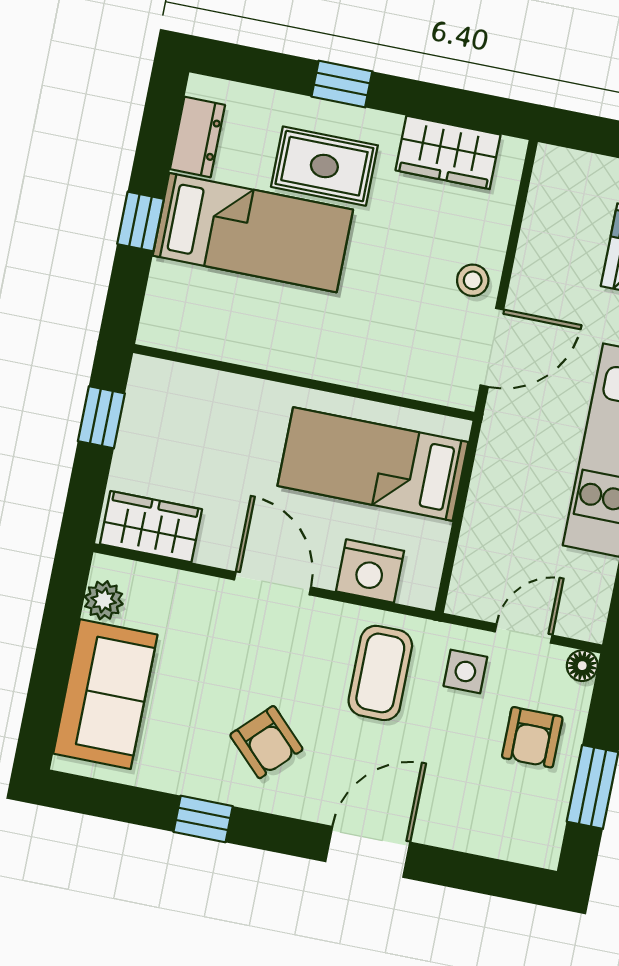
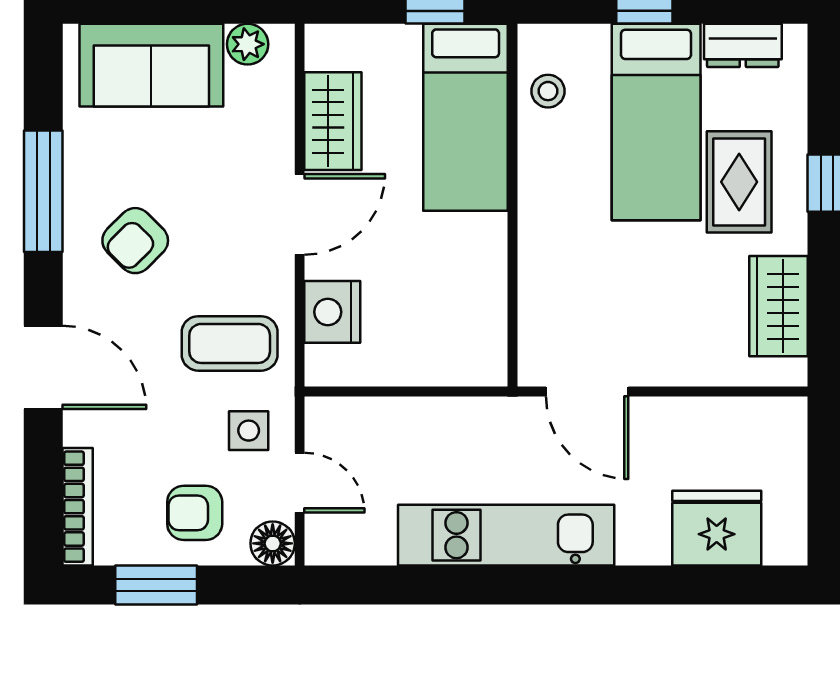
stool: (473, 280) -> (548, 91), moved
bed: (373, 464) -> (466, 117), moved, turned 180
wardrobe: (151, 527) -> (333, 121), moved
floor lamp: (582, 666) -> (273, 543), width x1.37, depth x1.37
window: (203, 819) -> (43, 191), width x2.17
bookcase: (505, 846) -> (78, 507), added

